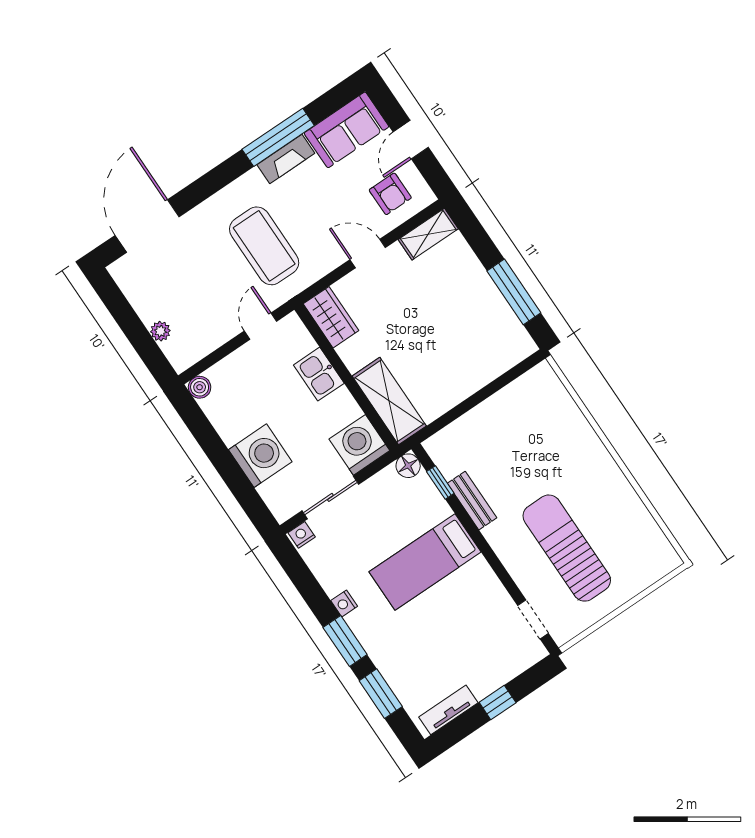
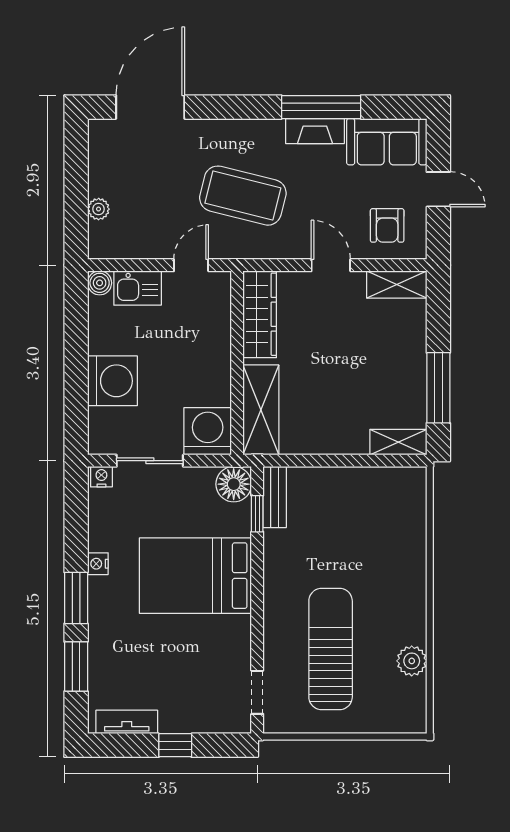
door: (411, 140) -> (438, 189), swing flipped
coffee table: (264, 246) -> (243, 196), turned -76
wardrobe: (331, 317) -> (260, 314), width x1.50
shelving: (511, 354) -> (398, 442), added
kitchen sink: (319, 374) -> (138, 288), moved, turned -90
floor lamp: (408, 466) -> (234, 484), width x1.38, depth x1.38
bench: (472, 501) -> (275, 497), moved
plant: (635, 515) -> (412, 661), added
bed: (425, 562) -> (195, 576), width x1.50

